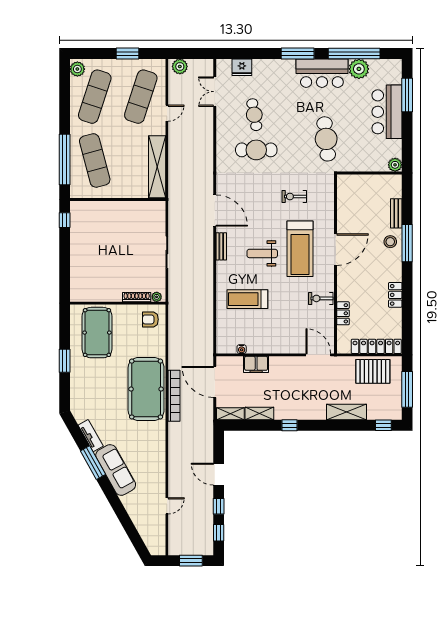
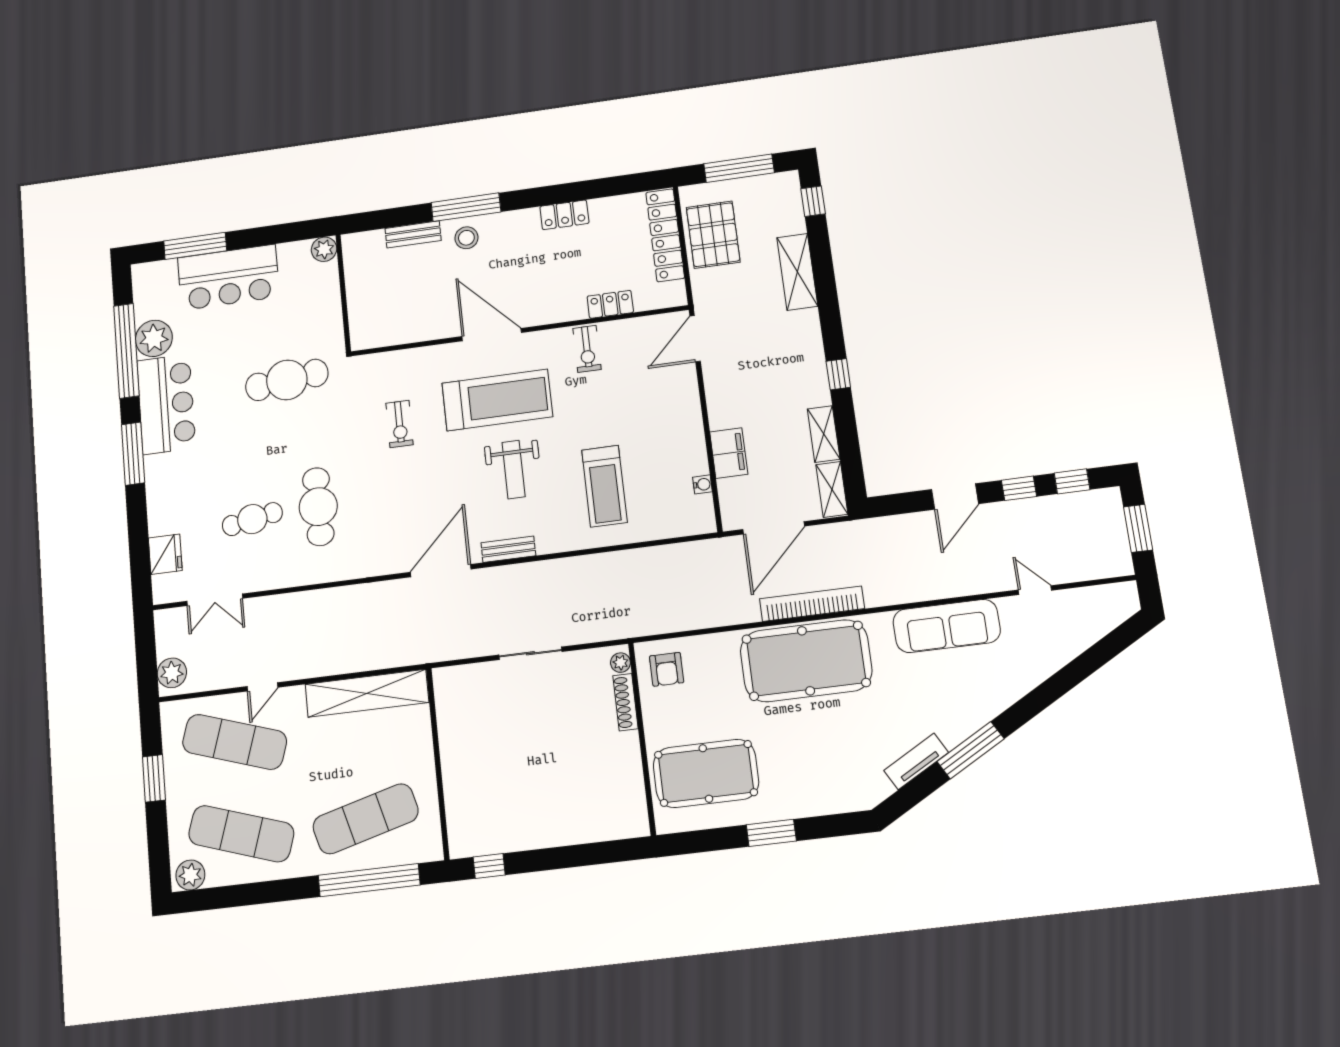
door: (167, 113) -> (262, 687), swing flipped
sofa: (116, 470) -> (947, 626), moved, turned -151

